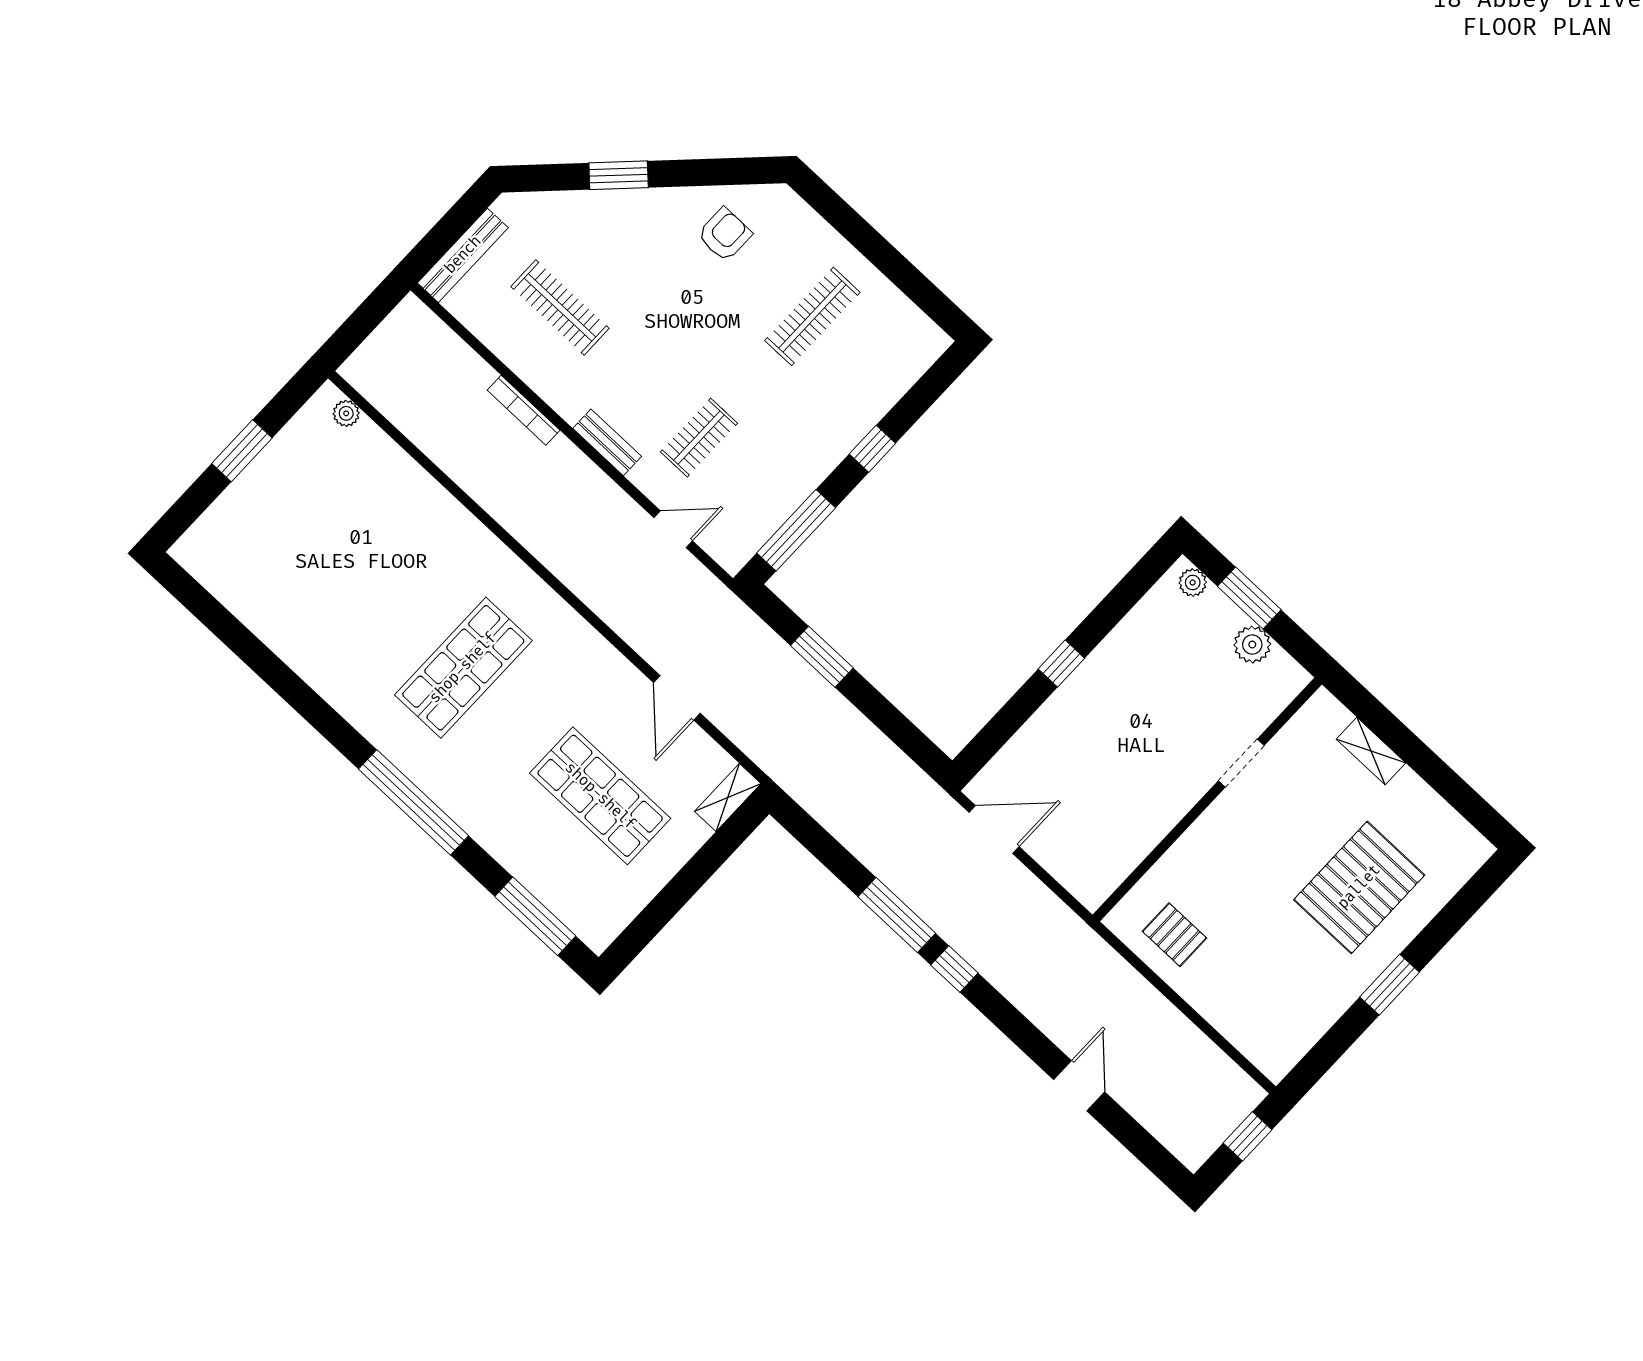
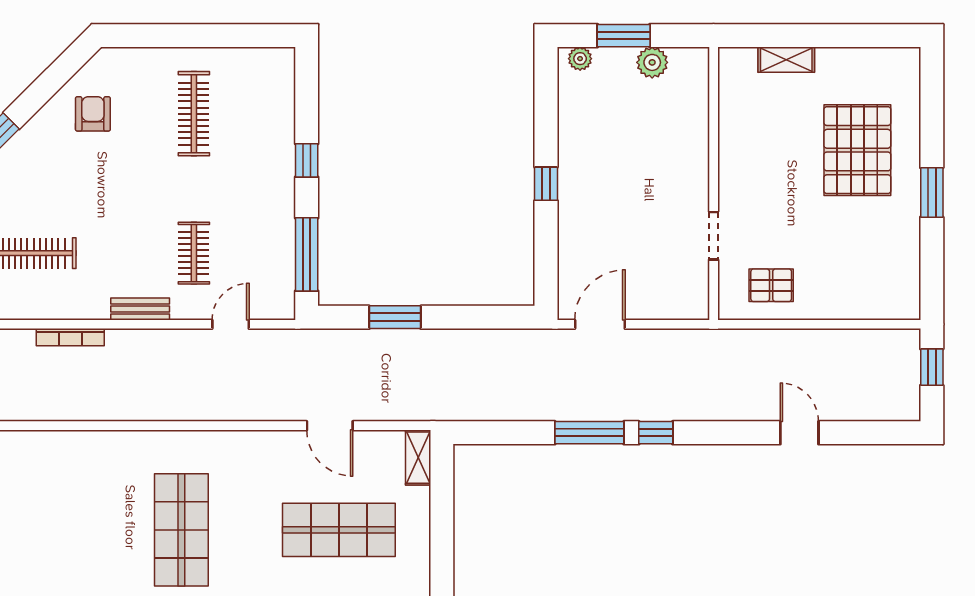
doorway: (1241, 763) -> (714, 236), moved

